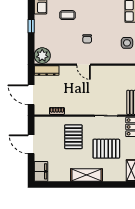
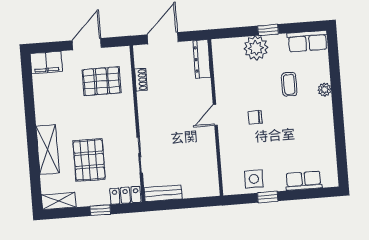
plant: (42, 56) -> (256, 48), moved
pallet: (73, 137) -> (102, 81), moved
shelving: (86, 175) -> (48, 150), moved

